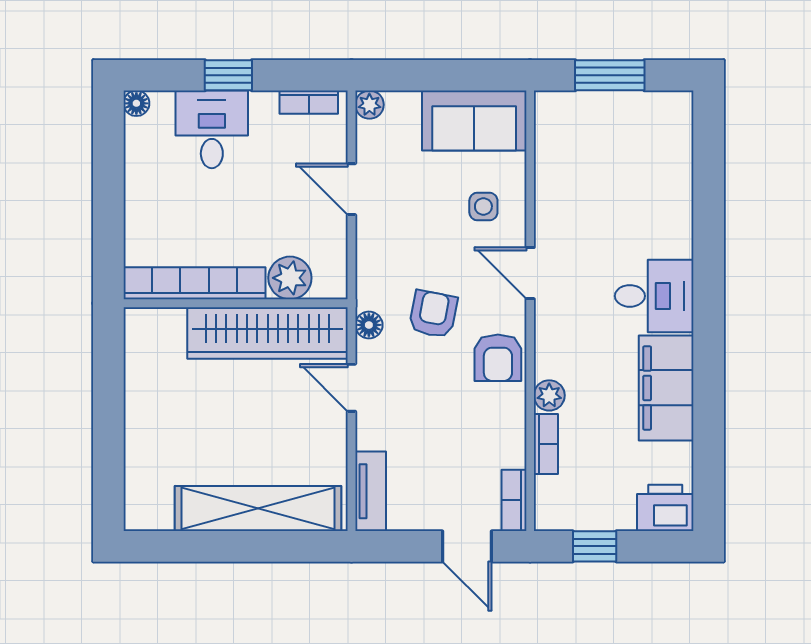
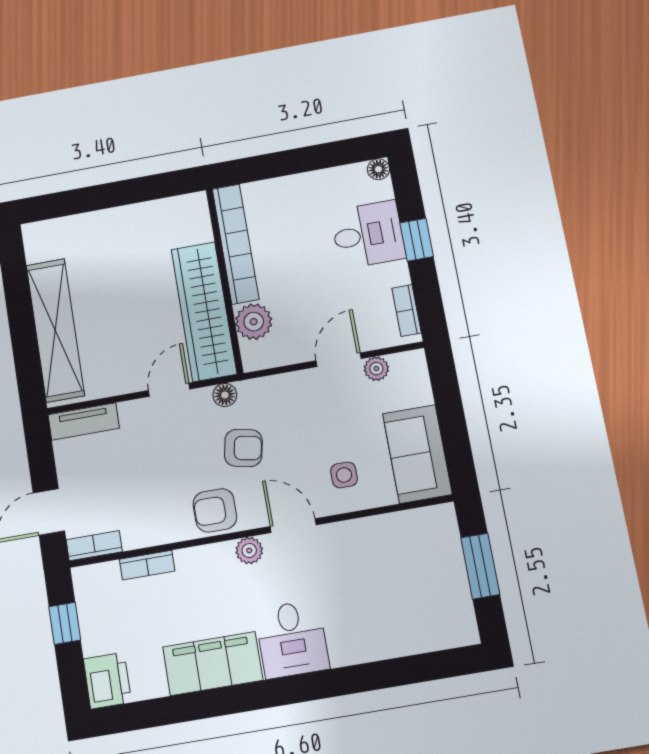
plant: (369, 105) -> (376, 369), moved
door: (530, 273) -> (293, 526), hinge flipped
plant: (549, 395) -> (249, 551), moved

